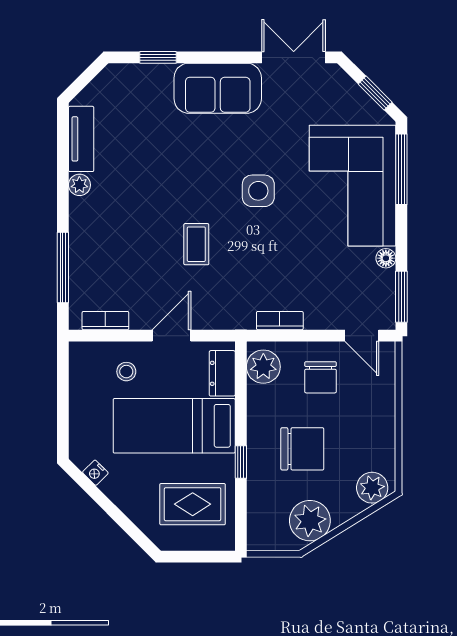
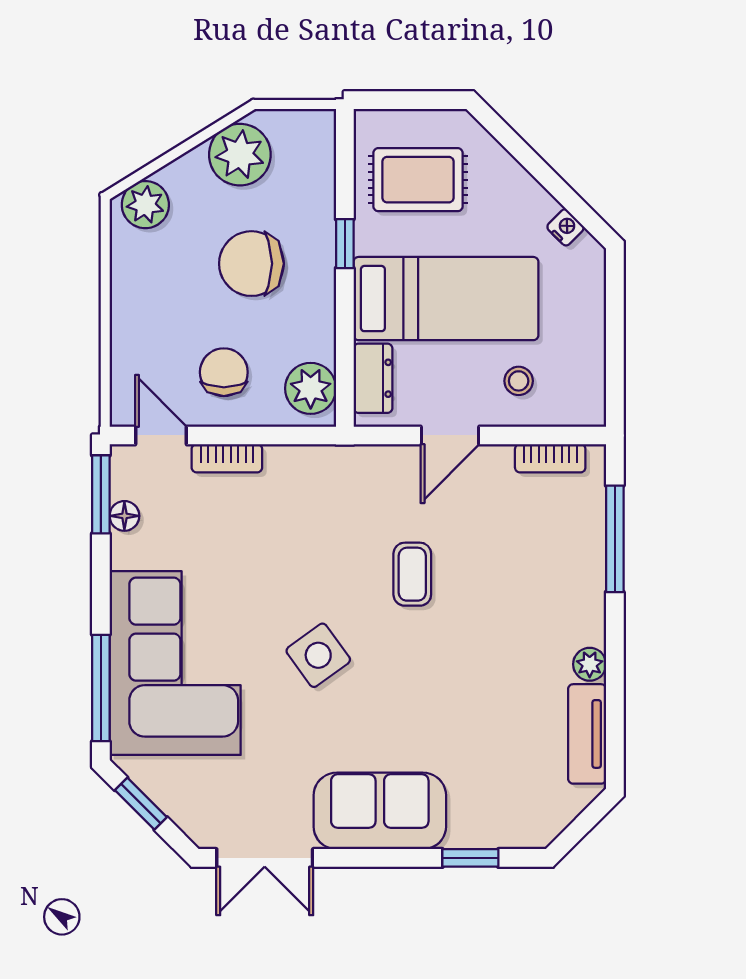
side table: (258, 191) -> (318, 655), turned -36
floor lamp: (386, 258) -> (124, 516), moved
bookcase: (280, 321) -> (227, 458), moved

